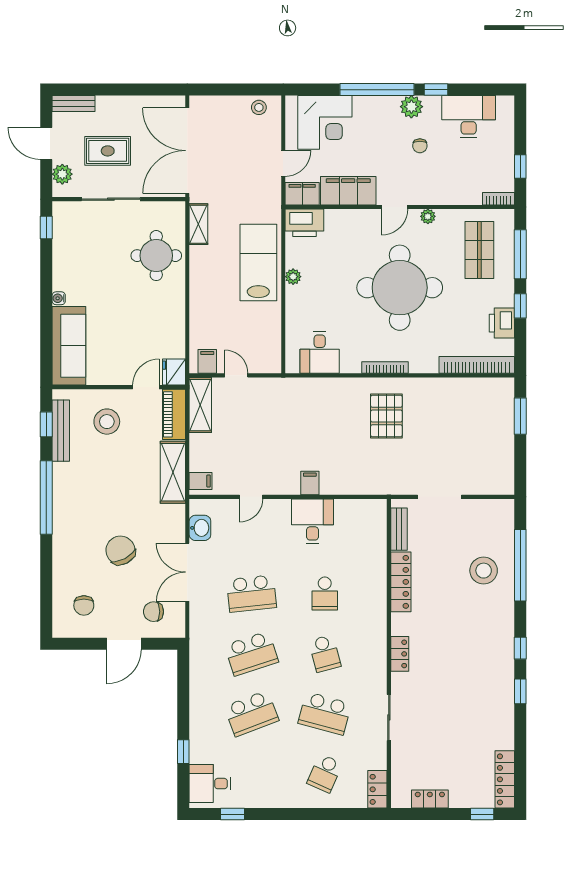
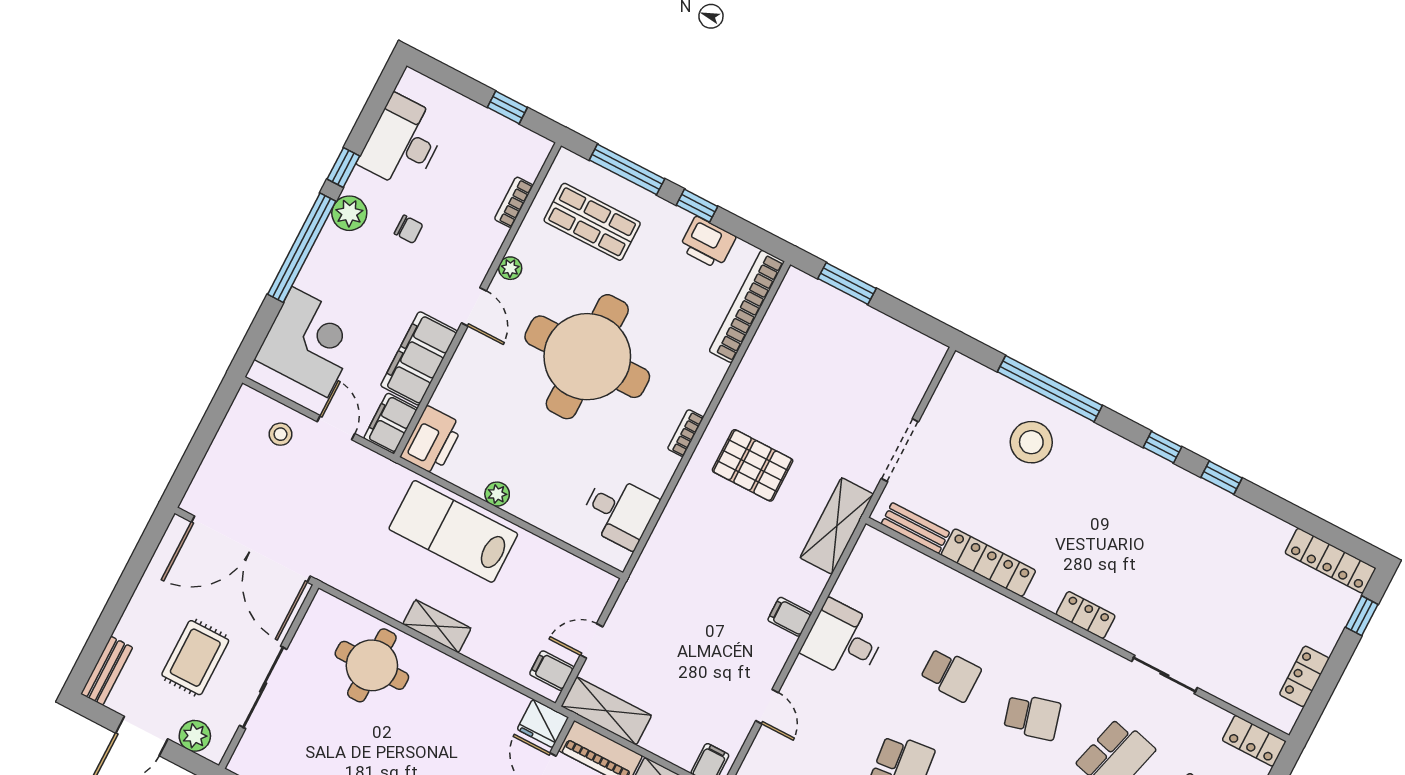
stool: (259, 107) -> (280, 434), moved
bookcase: (498, 199) -> (514, 202), moved
shelving: (198, 224) -> (437, 626), moved
bookcase: (385, 368) -> (686, 433), width x0.64
shelving: (377, 483) -> (837, 526), added

